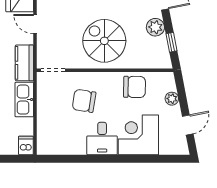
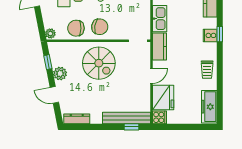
door: (35, 24) -> (151, 76), hinge flipped
plant: (172, 99) -> (50, 33), moved
chair: (84, 101) -> (100, 27), moved

